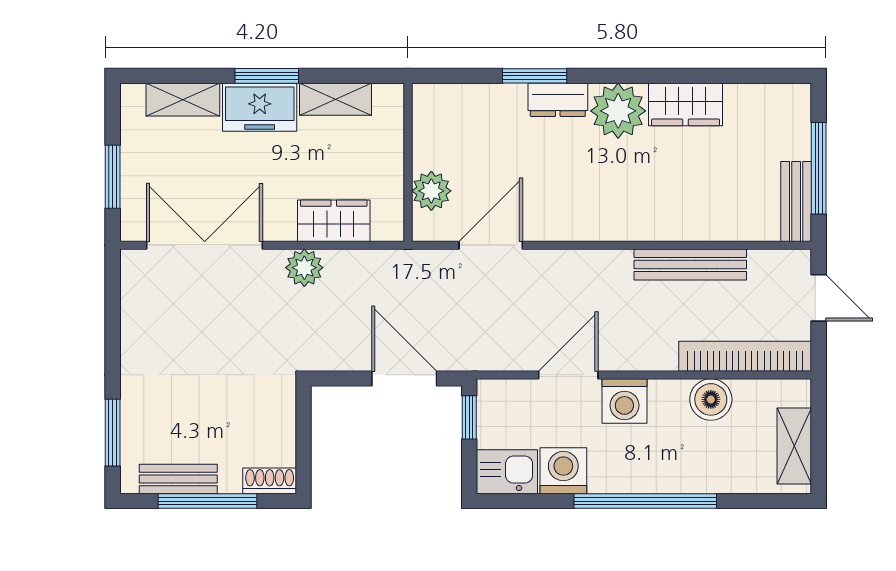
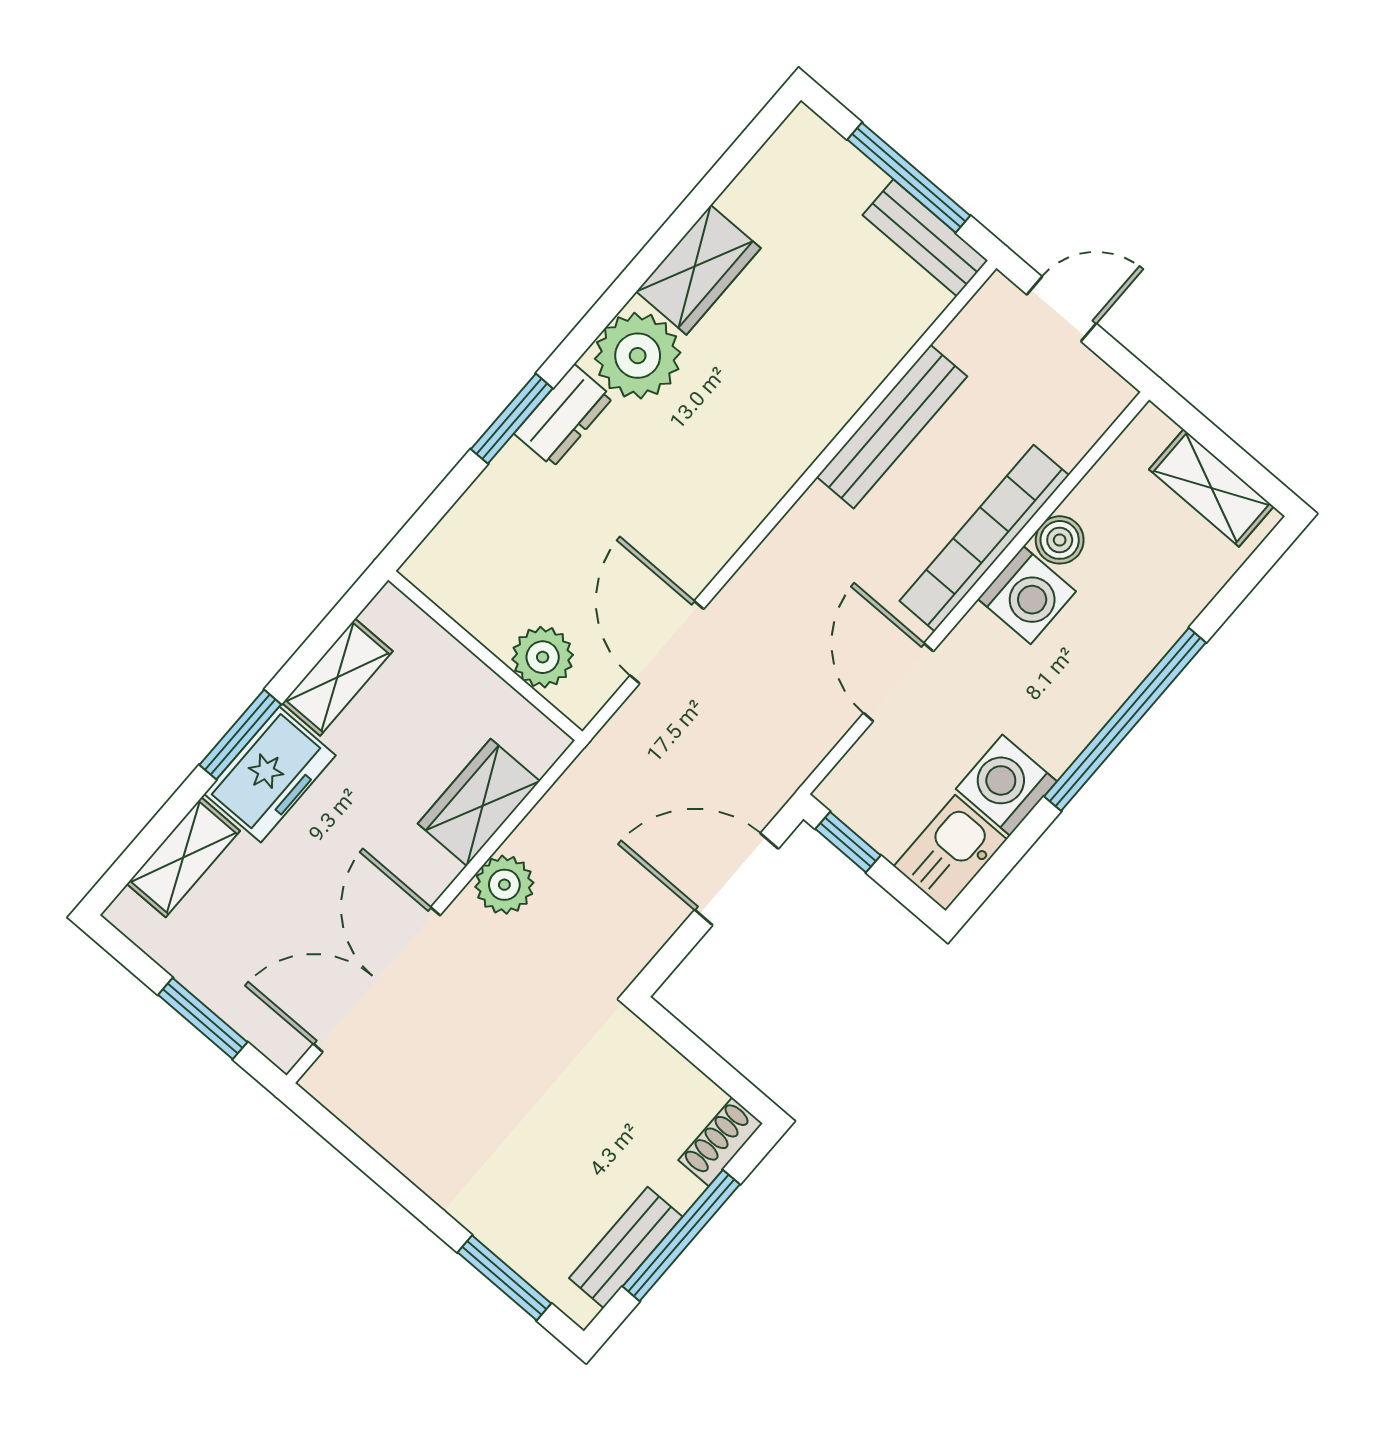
bookcase: (745, 356) -> (984, 538), moved
boiler: (711, 399) -> (1060, 540), width x0.73, depth x0.73
washing machine: (624, 401) -> (1027, 595), moved

